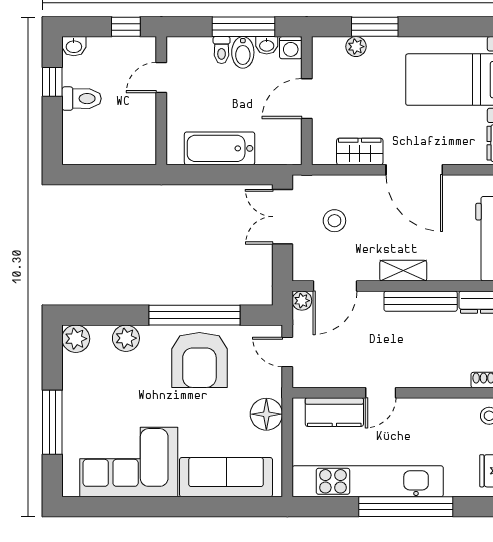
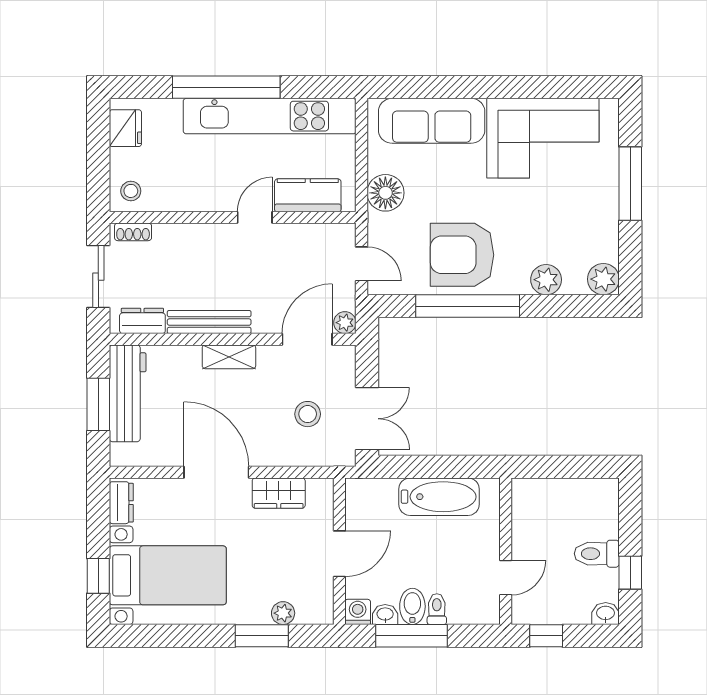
armchair: (199, 360) -> (462, 255), turned -90

